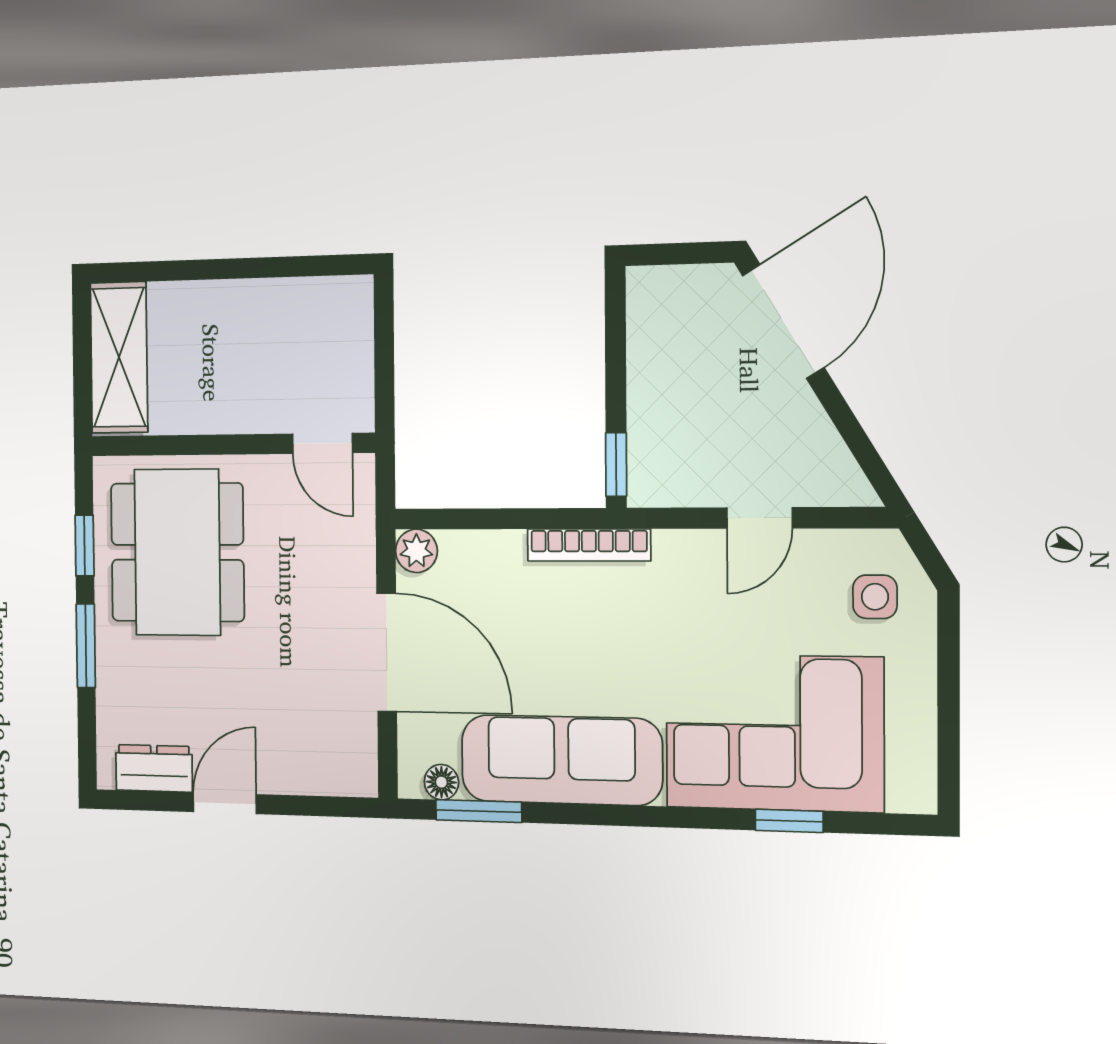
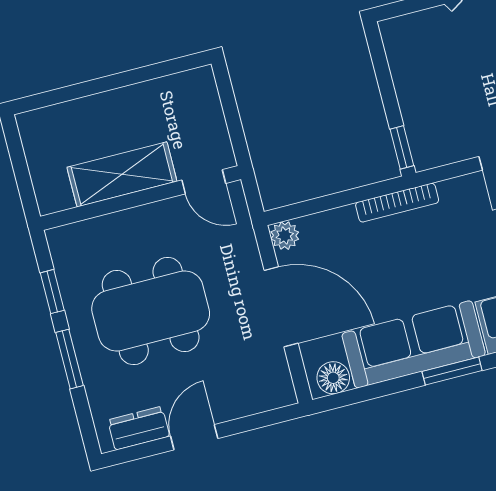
shelving: (119, 357) -> (122, 174), moved, turned 90
dining table: (177, 552) -> (151, 311), moved, turned 90
floor lamp: (441, 782) -> (333, 378), width x1.37, depth x1.37
window: (479, 811) -> (452, 371), moved

